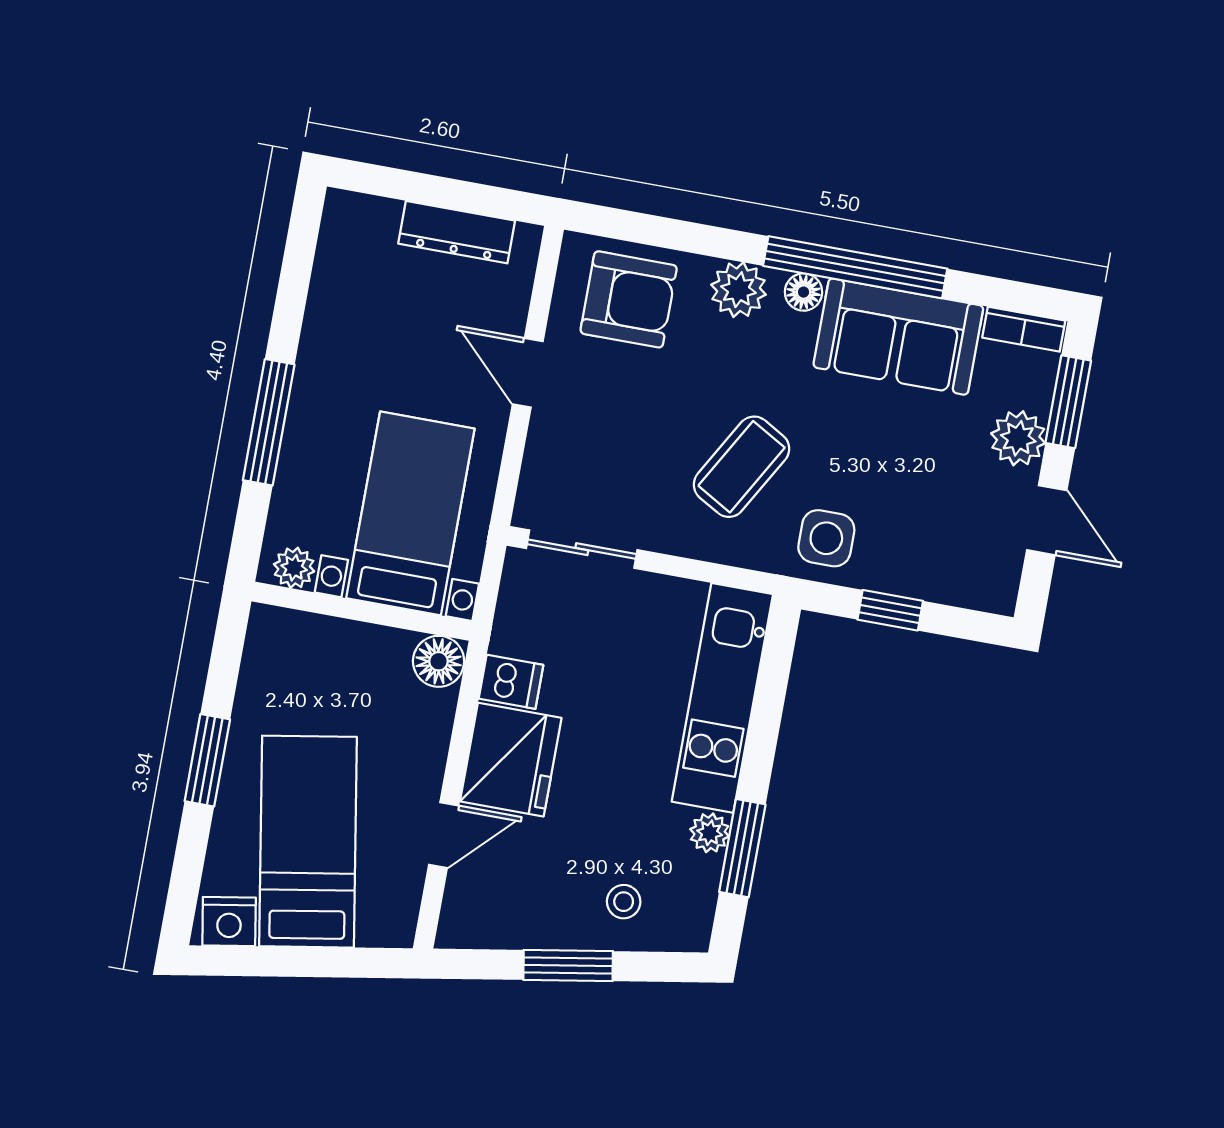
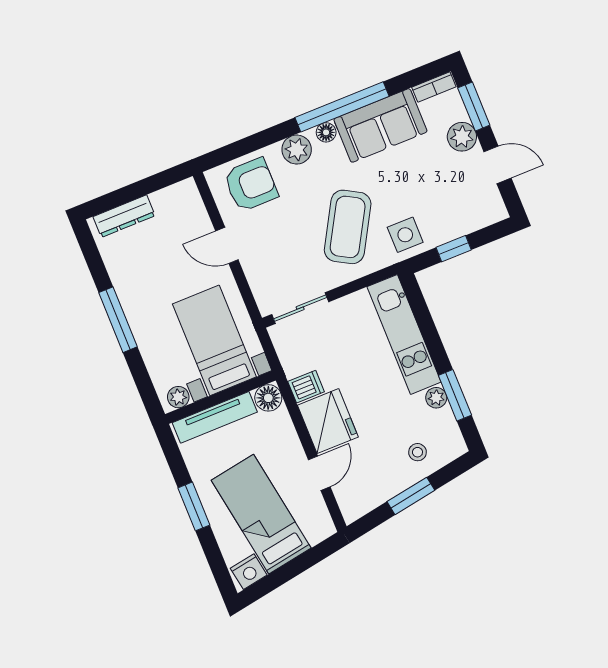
dresser: (457, 232) -> (124, 216), moved
window: (269, 422) -> (118, 320), moved
coffee table: (741, 467) -> (348, 227), width x1.36, depth x1.32
tv unit: (332, 638) -> (215, 417), added

